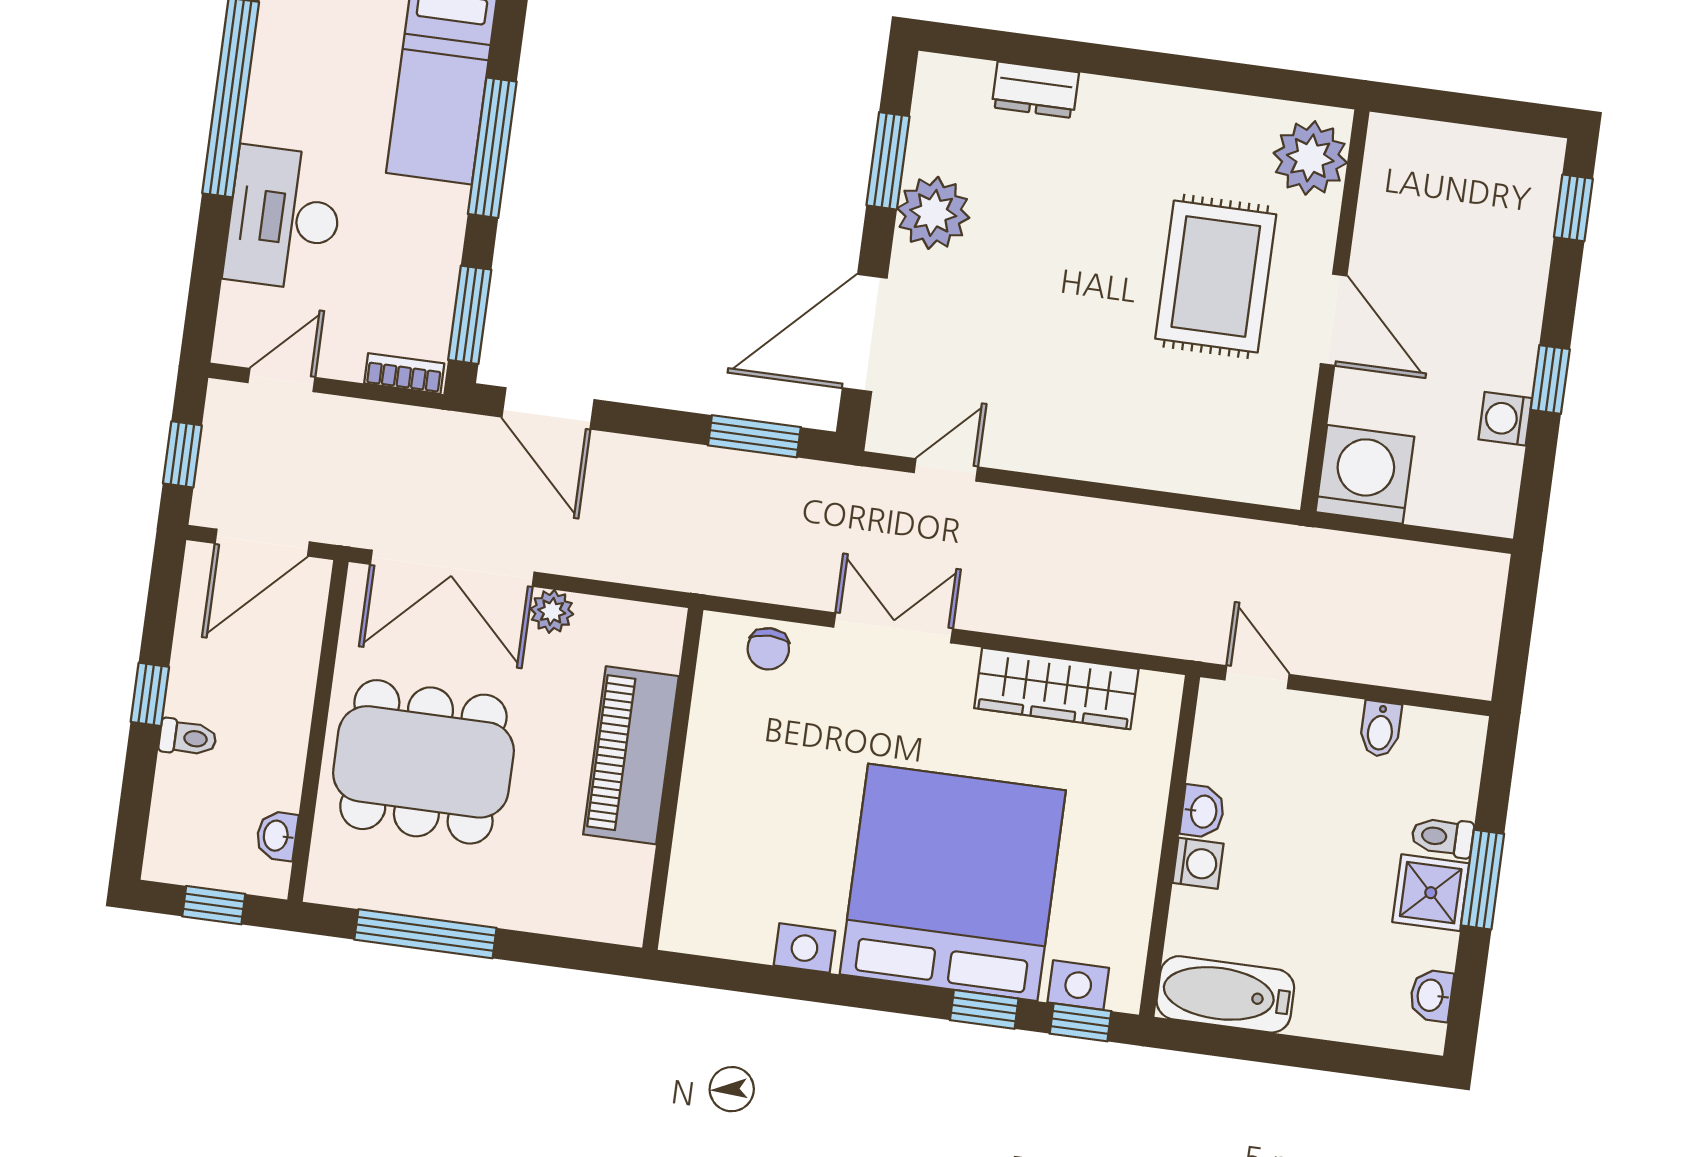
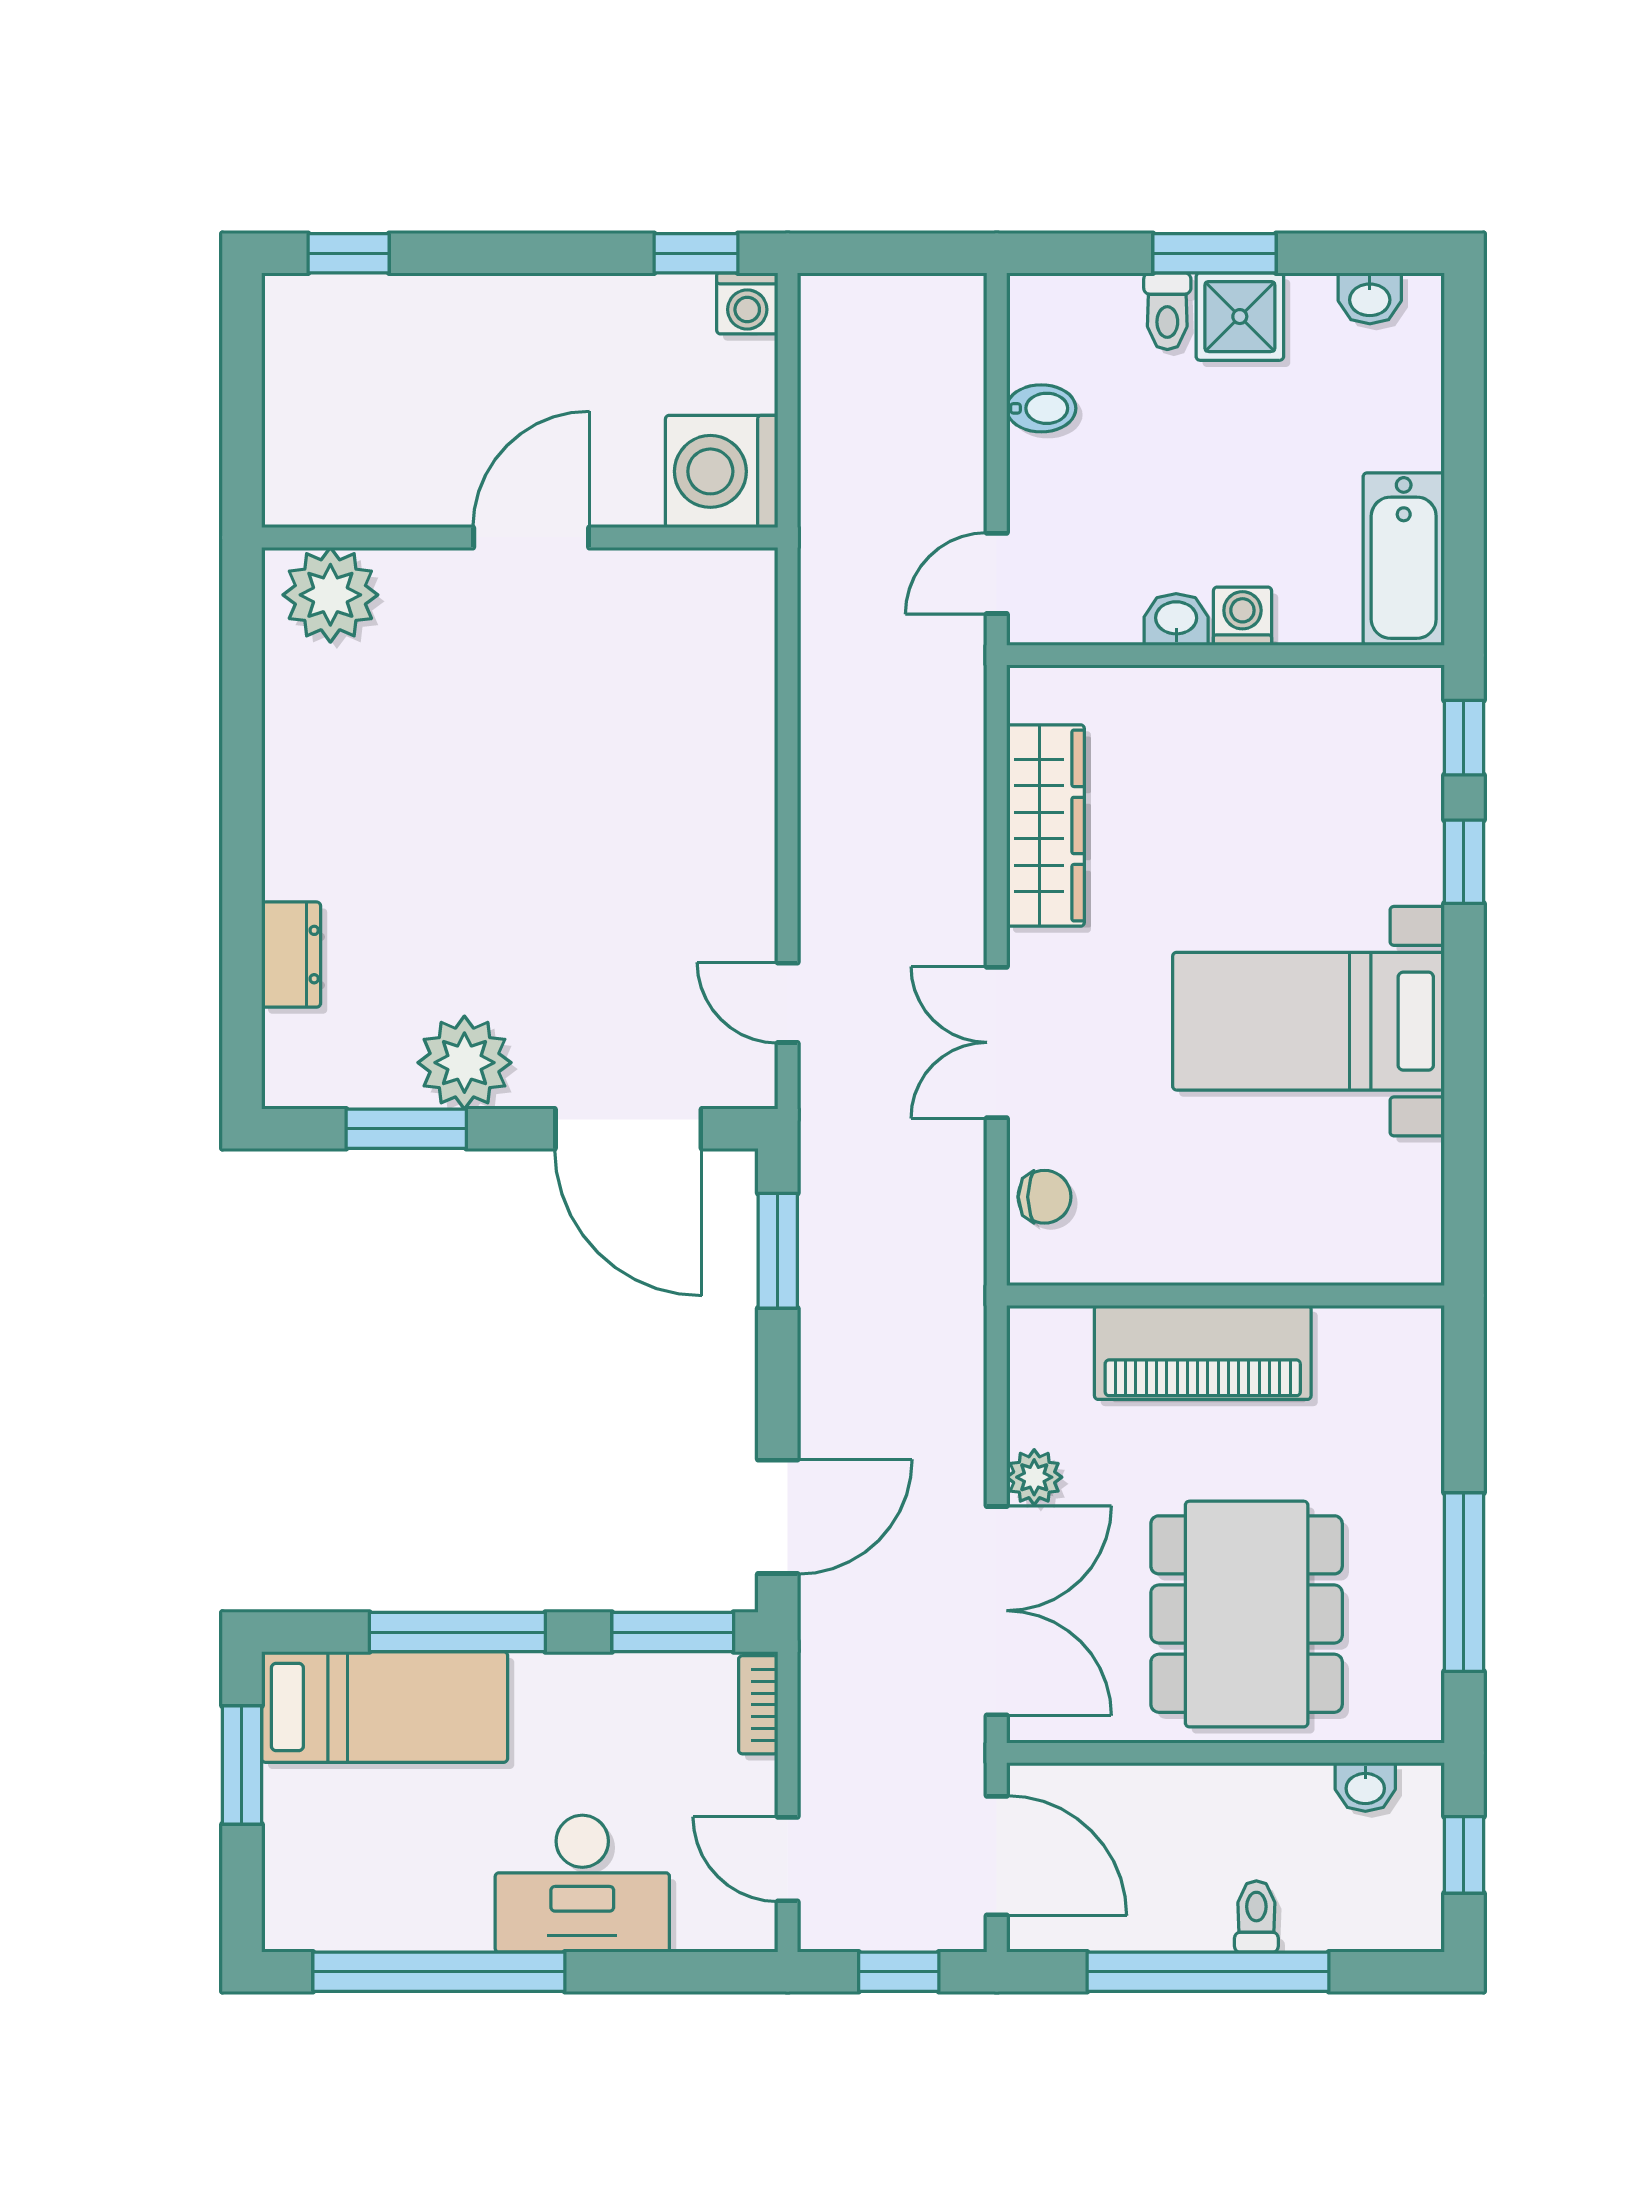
rug: (1216, 276) -> (497, 694), removed
window: (1550, 379) -> (696, 253), moved
washing machine: (1505, 419) -> (747, 303), moved
window: (150, 694) -> (1208, 1972), width x3.17
bed with nightstands: (953, 882) -> (1309, 1021), width x0.54

